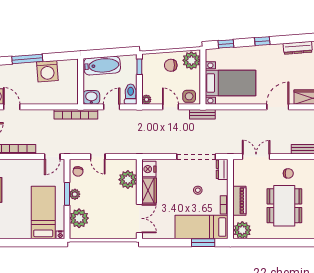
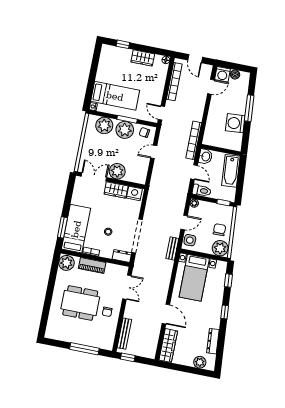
plant: (128, 180) -> (117, 171), moved
plant: (75, 194) -> (125, 130), width x1.87, depth x1.87
double door: (139, 218) -> (94, 177), swing flipped

